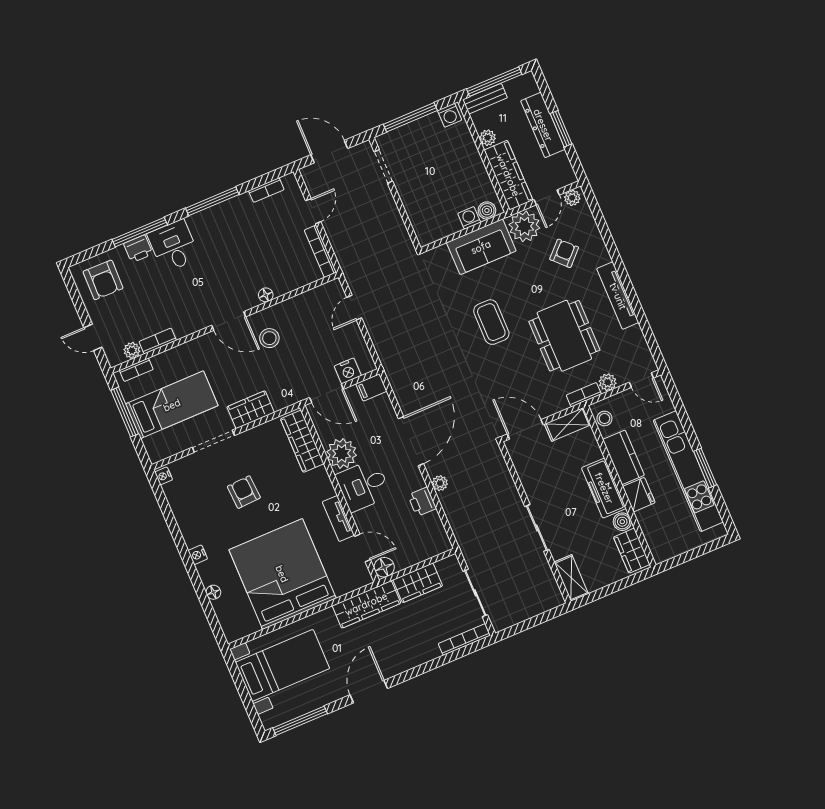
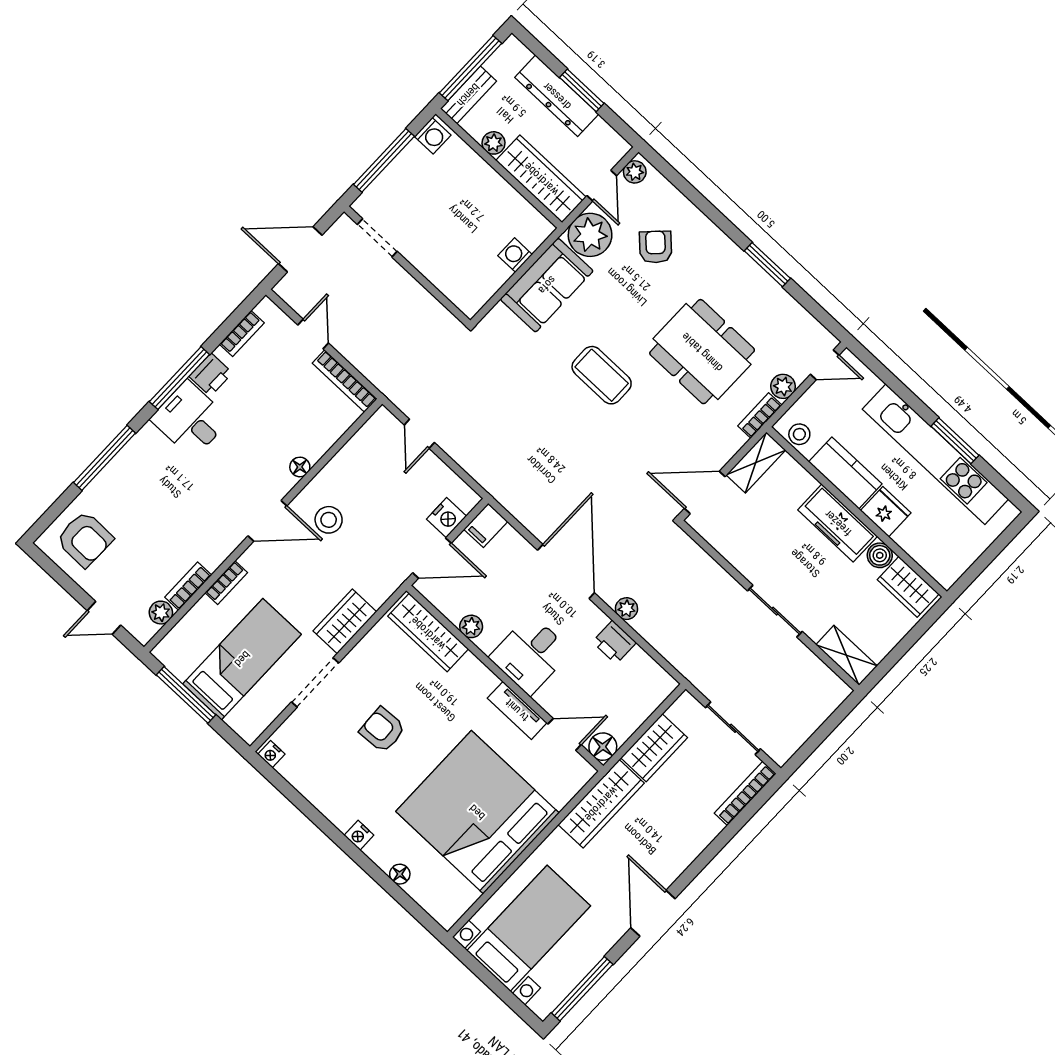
boiler: (487, 210) -> (533, 236), removed
desk: (174, 246) -> (190, 419), moved
printer: (138, 249) -> (211, 375), moved
tv unit: (618, 296) -> (747, 271), removed
window: (633, 297) -> (767, 265), added
bookcase: (136, 370) -> (226, 583), moved
plant: (342, 454) -> (471, 626), width x0.53, depth x0.53

